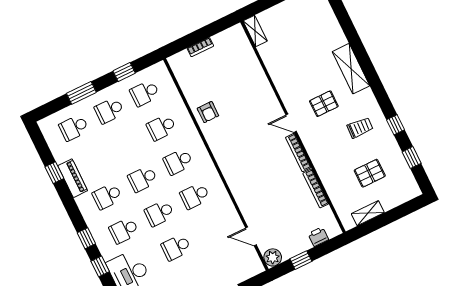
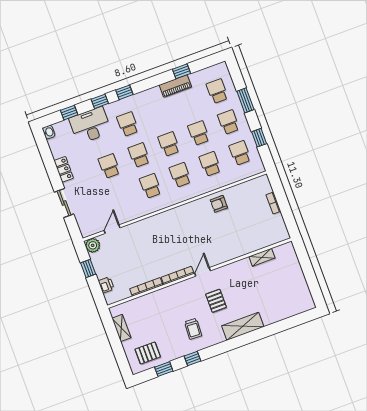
shelving: (255, 31) -> (262, 257), moved
pallet: (370, 173) -> (148, 353), moved, turned 90
school desk: (107, 196) -> (199, 133), moved

